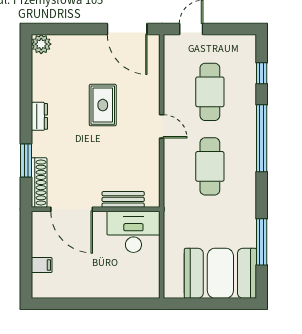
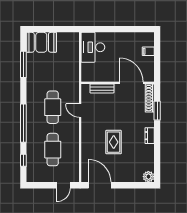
door: (162, 126) -> (80, 111), moved
desk: (133, 232) -> (93, 47), moved, turned 90
booth: (220, 273) -> (41, 42), width x0.73, depth x0.70

